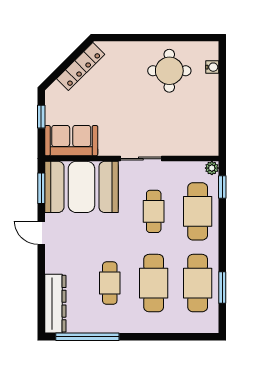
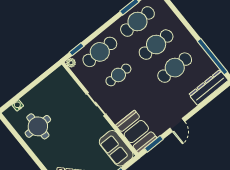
booth: (81, 187) -> (136, 132), width x0.73, depth x0.70
cafe table: (110, 283) -> (175, 68), width x1.37, depth x1.35

